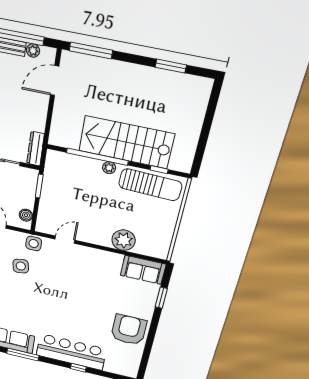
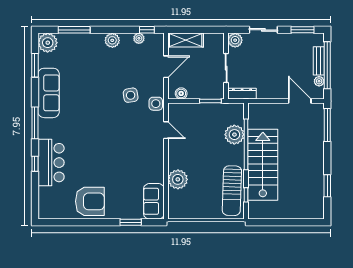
plant: (109, 168) -> (234, 135), moved, width x1.88, depth x1.88
bar counter: (71, 352) -> (51, 163), width x0.73
window: (23, 355) -> (35, 123), moved

